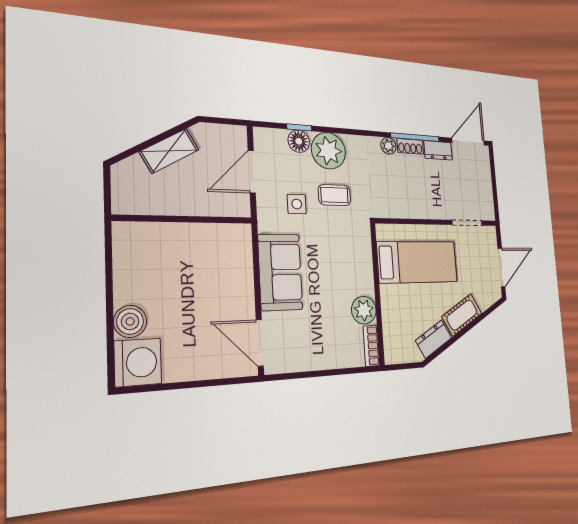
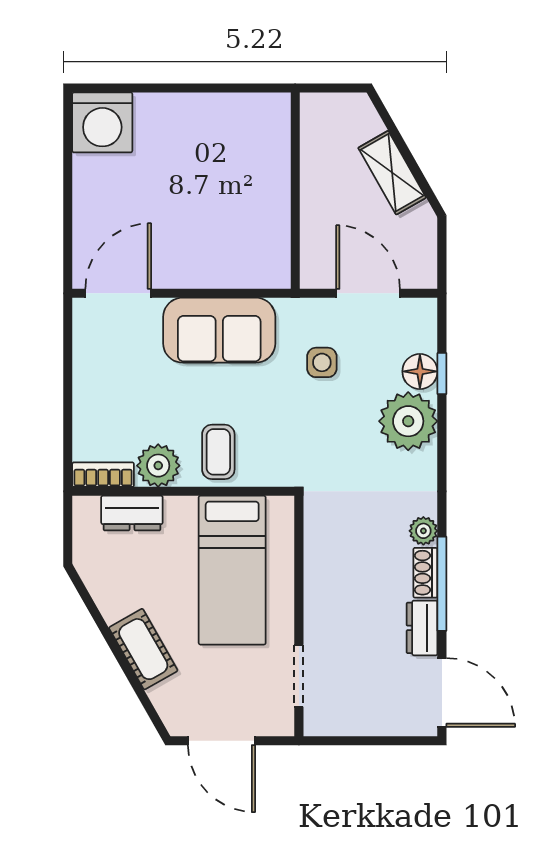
coffee table: (334, 195) -> (218, 452), moved
boiler: (130, 321) -> (157, 114), removed
dresser: (434, 339) -> (132, 513), moved, turned 120

